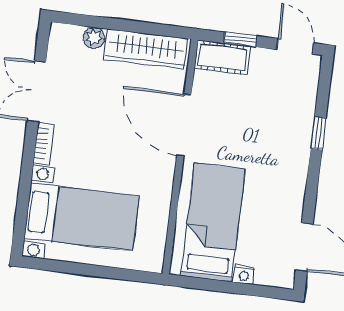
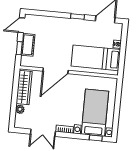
cot: (222, 57) -> (28, 45), moved
window: (318, 133) -> (78, 17), moved
window: (21, 217) -> (96, 138), added

